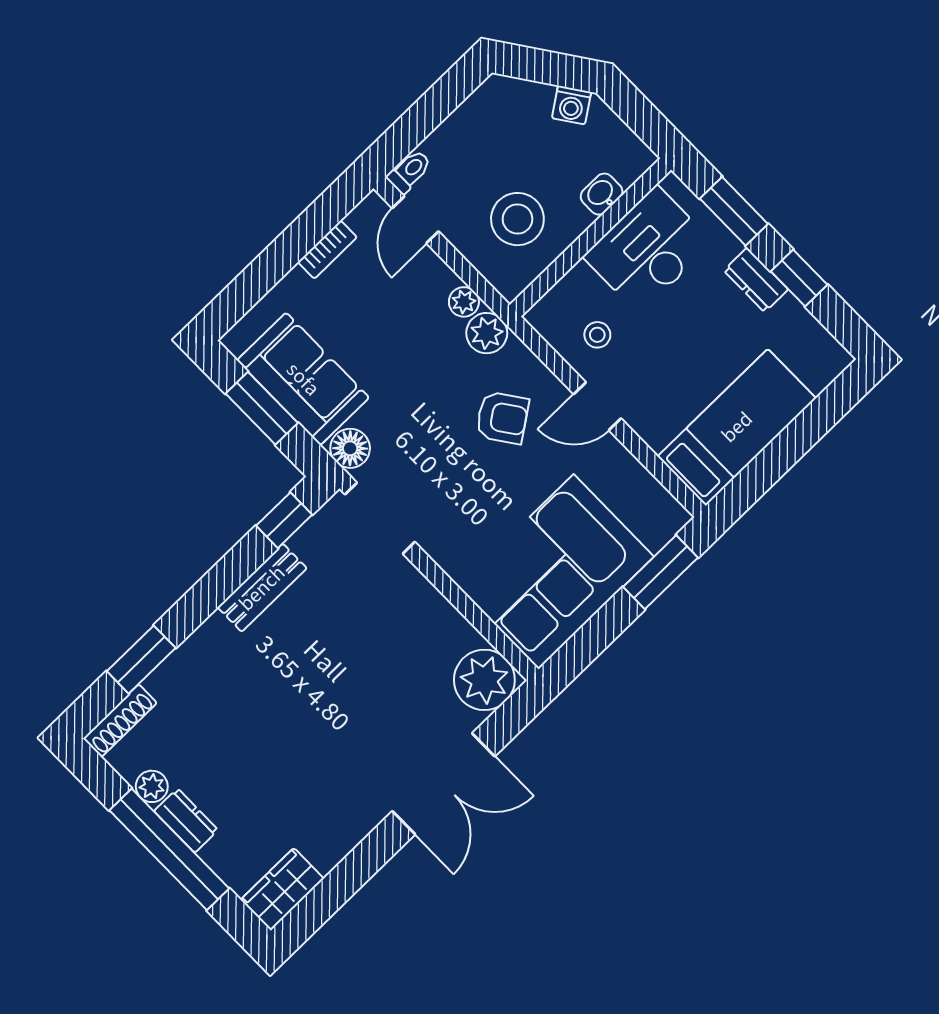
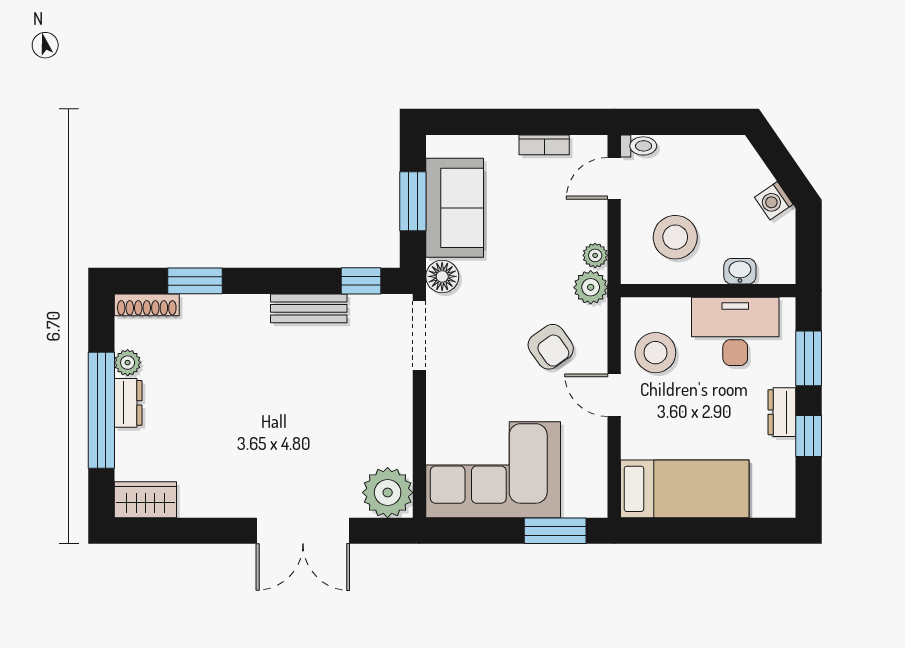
stool: (597, 335) -> (655, 353), width x1.89, depth x1.89

